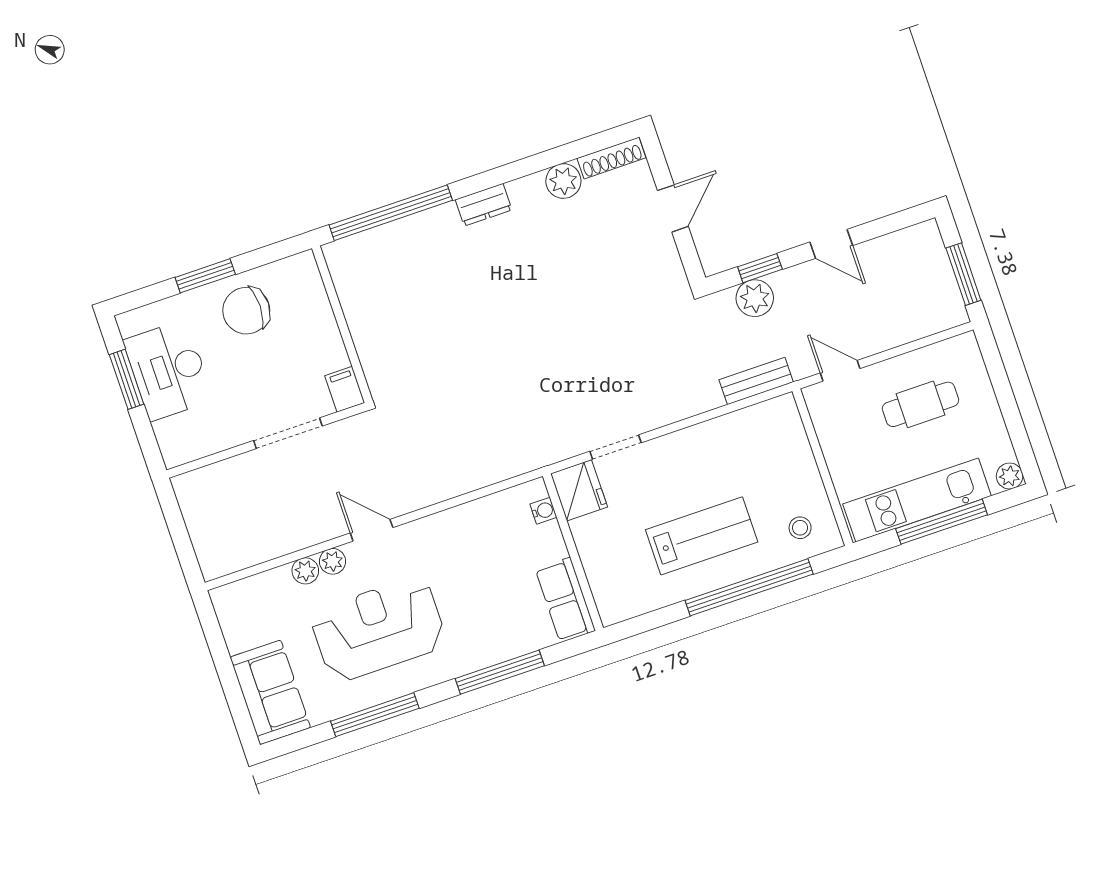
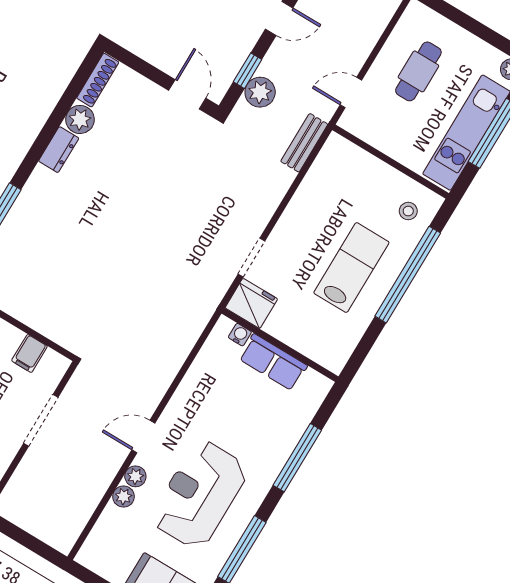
dresser: (484, 205) -> (59, 150), moved
door: (673, 208) -> (187, 94), moved
filing cabinet: (345, 389) -> (29, 353), moved, turned -90
row of seats: (565, 600) -> (273, 362), moved

